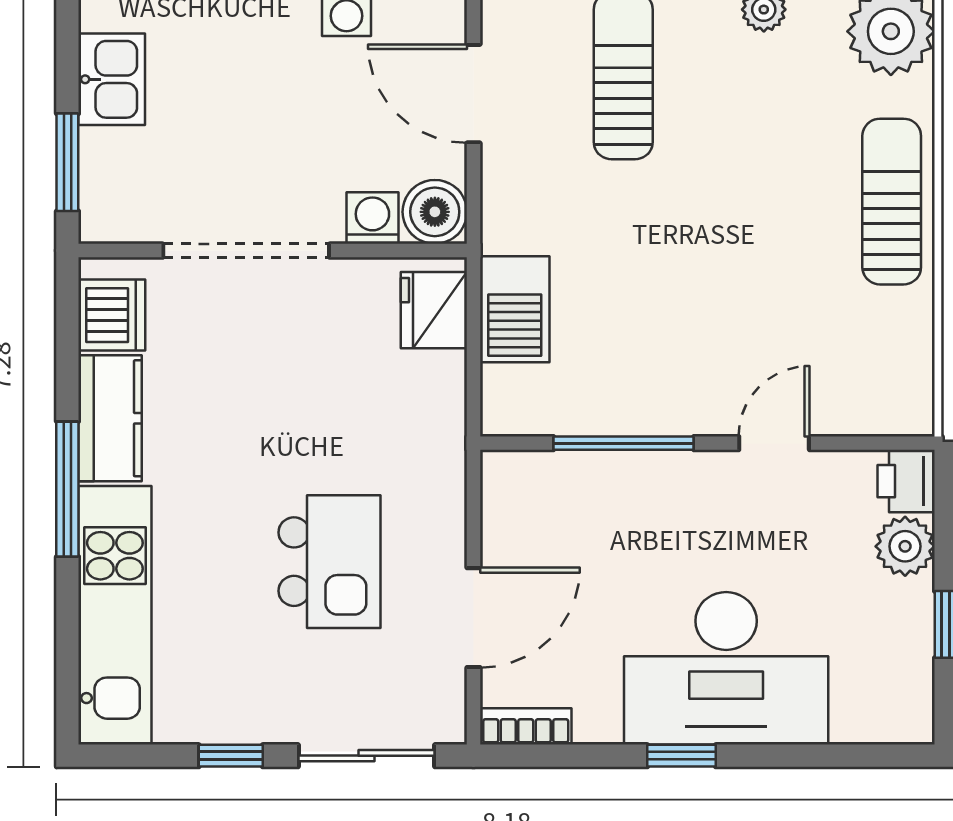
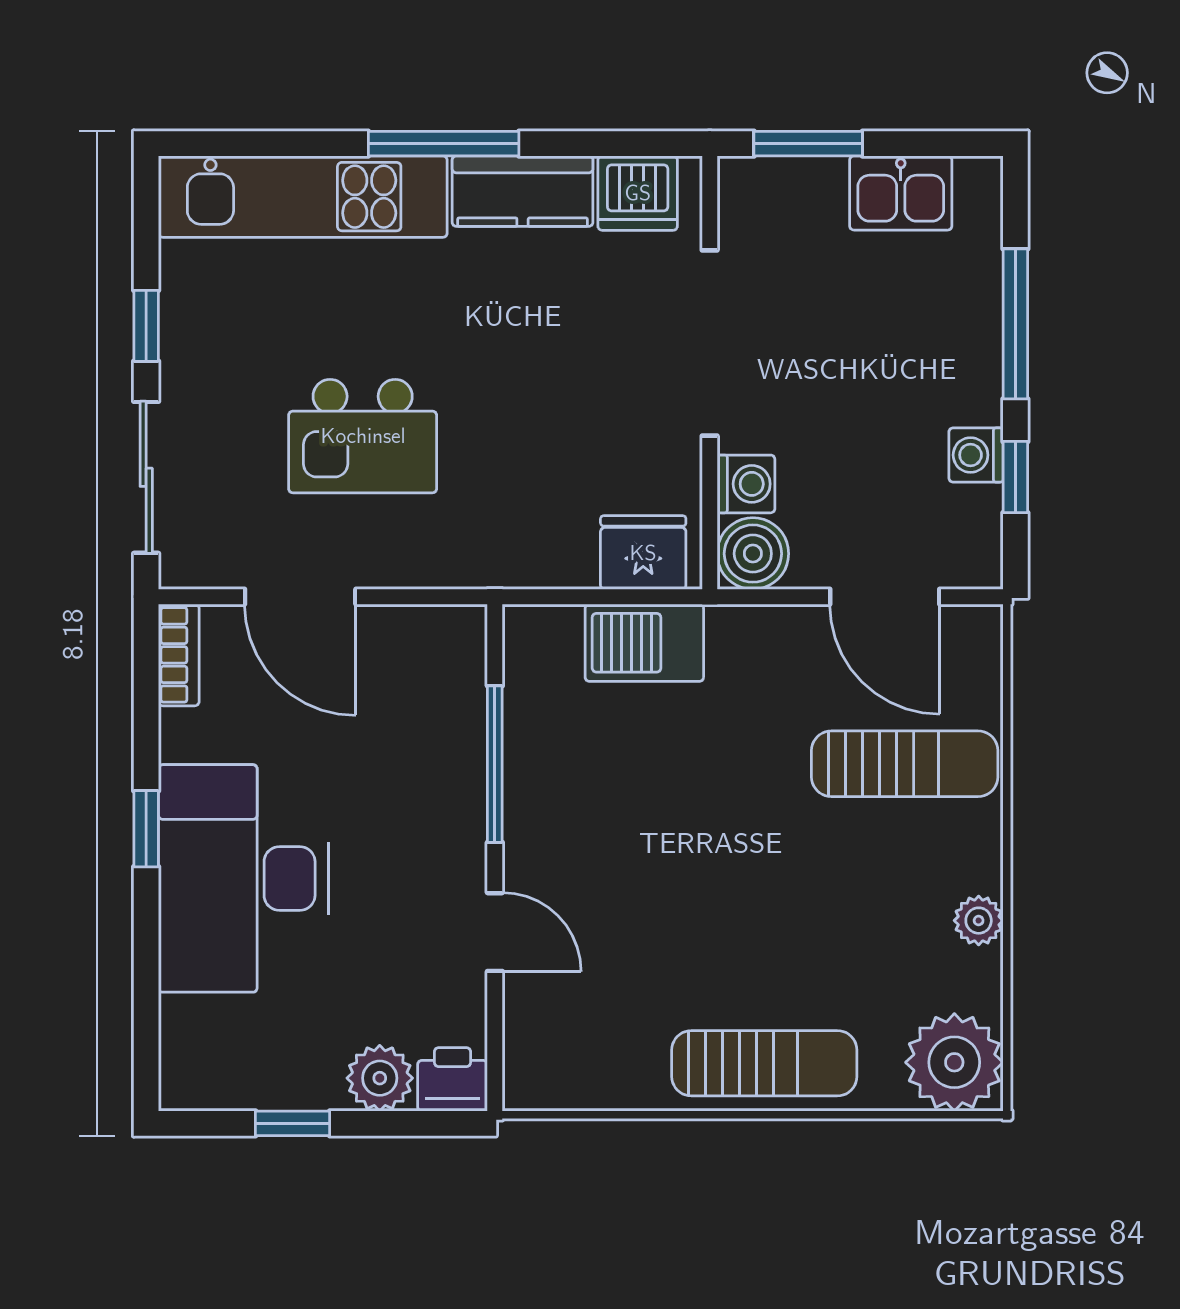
door: (474, 94) -> (885, 597), swing flipped

